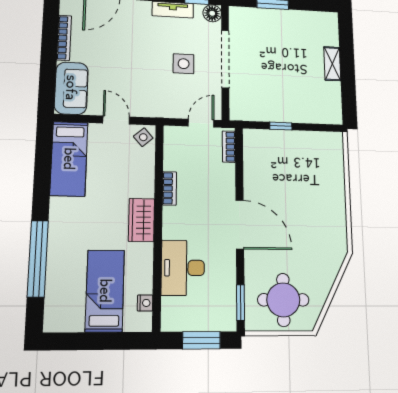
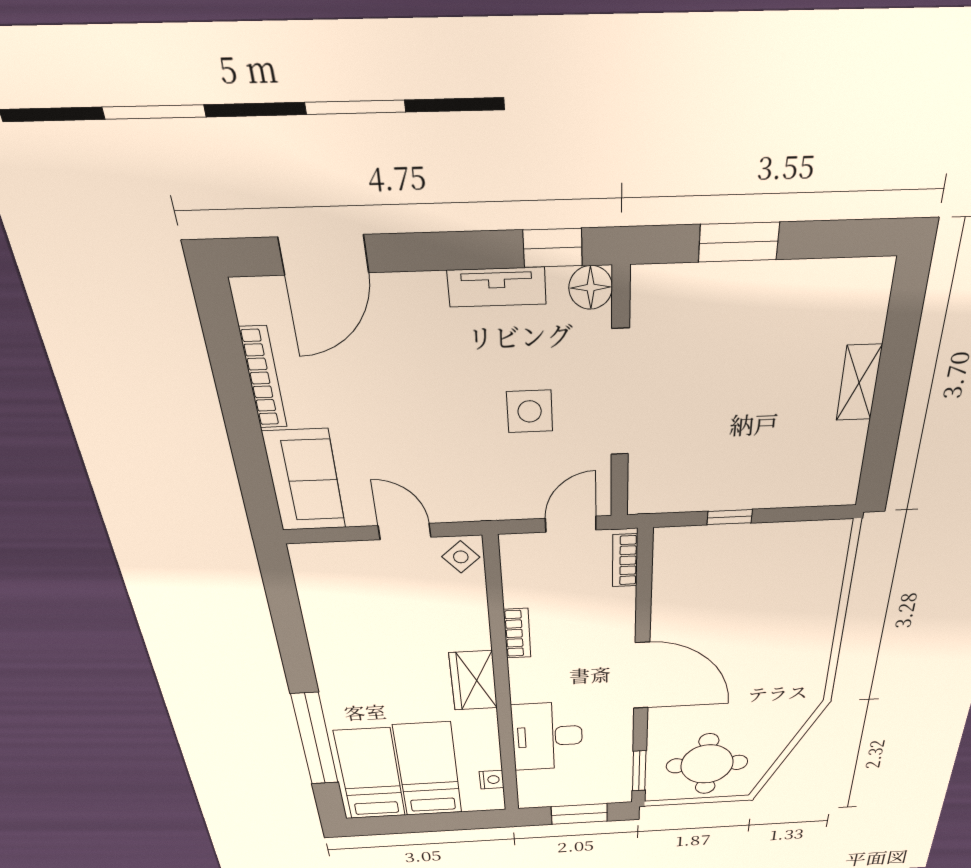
bed: (69, 159) -> (370, 774), moved, turned 180

